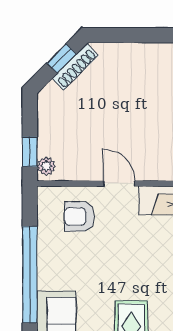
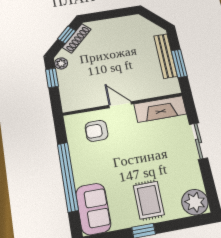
window: (30, 152) -> (52, 78), moved
plant: (46, 166) -> (61, 63), moved

